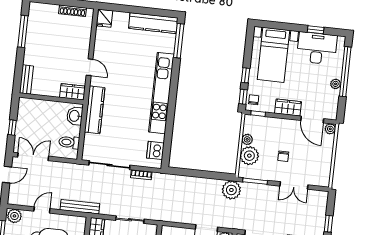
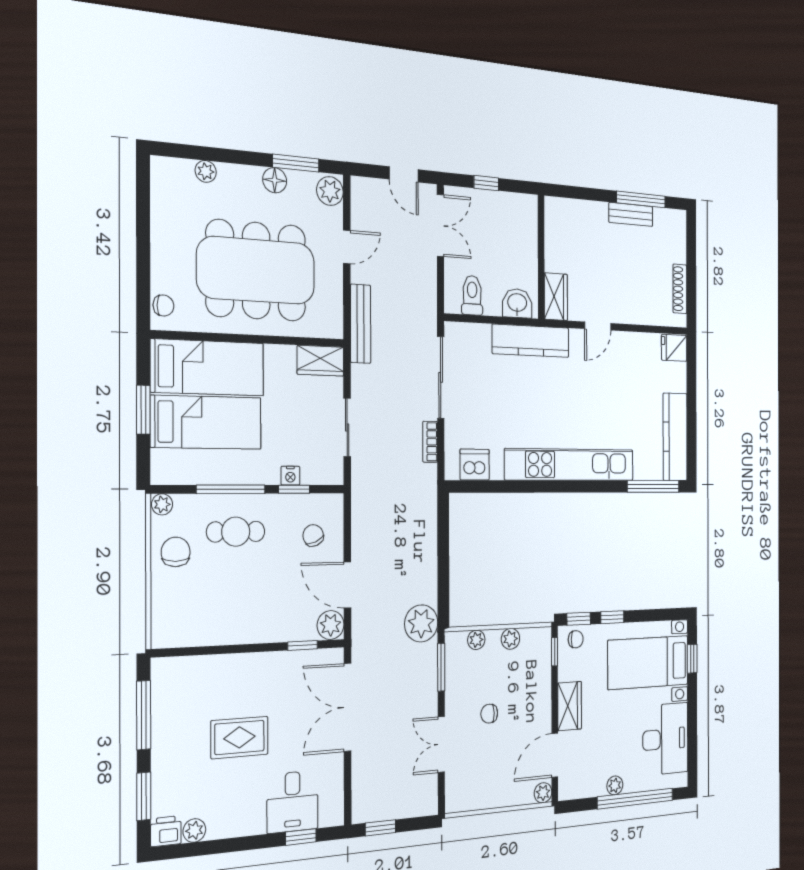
window: (316, 30) -> (692, 659), moved
bench: (26, 79) -> (631, 214), moved
plant: (249, 156) -> (476, 640), width x0.53, depth x0.53
door: (42, 210) -> (347, 247), hinge flipped

